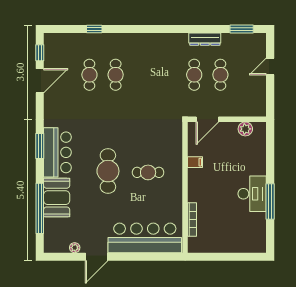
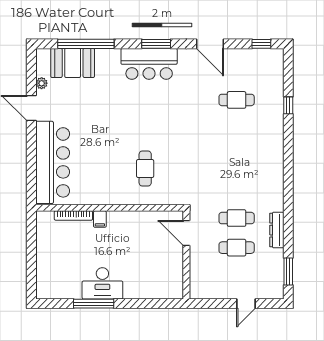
door: (270, 66) -> (246, 304), swing flipped
cafe table: (116, 75) -> (237, 129), removed
door: (40, 81) -> (210, 44), moved
plant: (245, 129) -> (175, 276), removed
filing cabinet: (195, 162) -> (100, 219), moved
cafe table: (108, 171) -> (128, 121), removed
cafe table: (148, 172) -> (145, 169), moved
booth: (57, 198) -> (73, 63), moved

